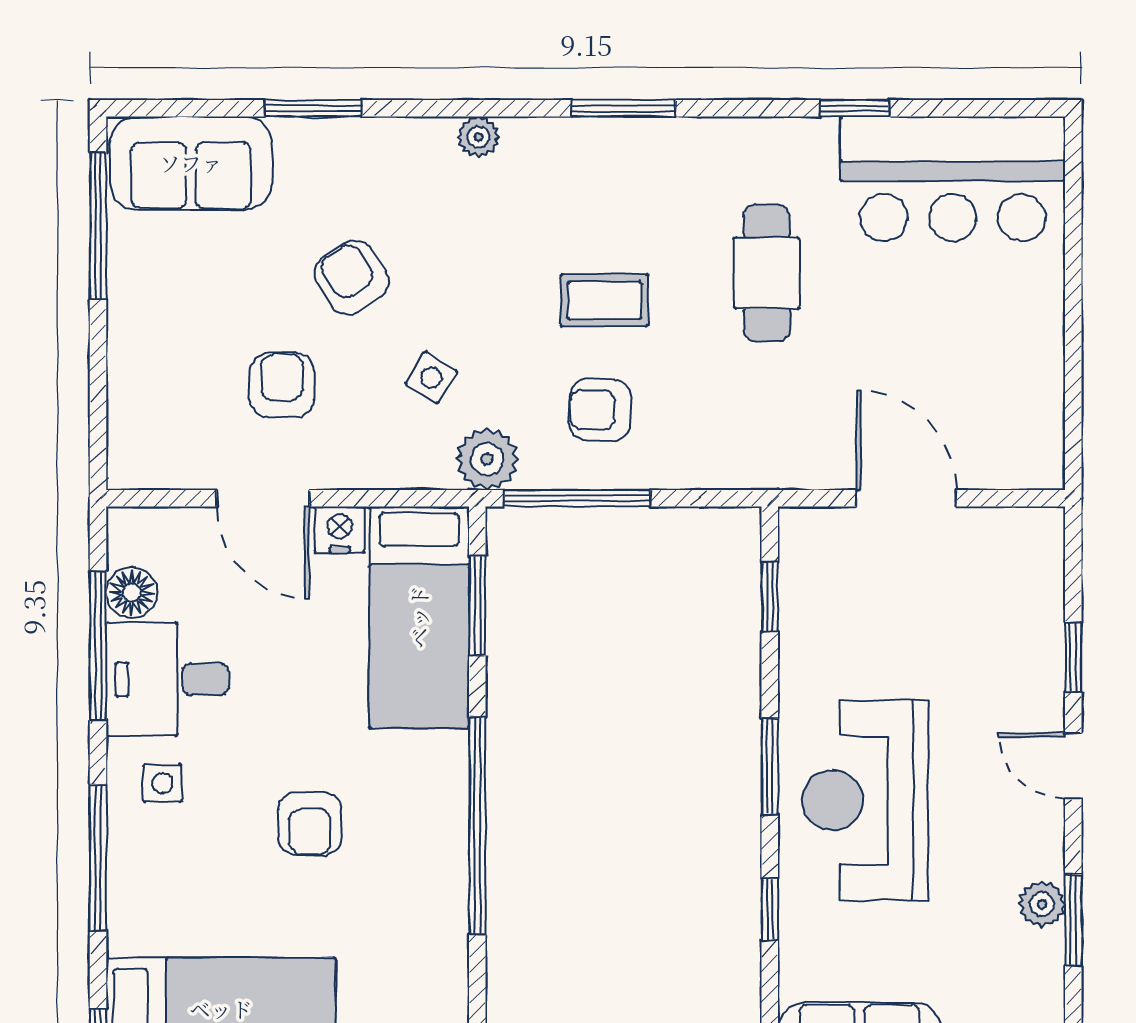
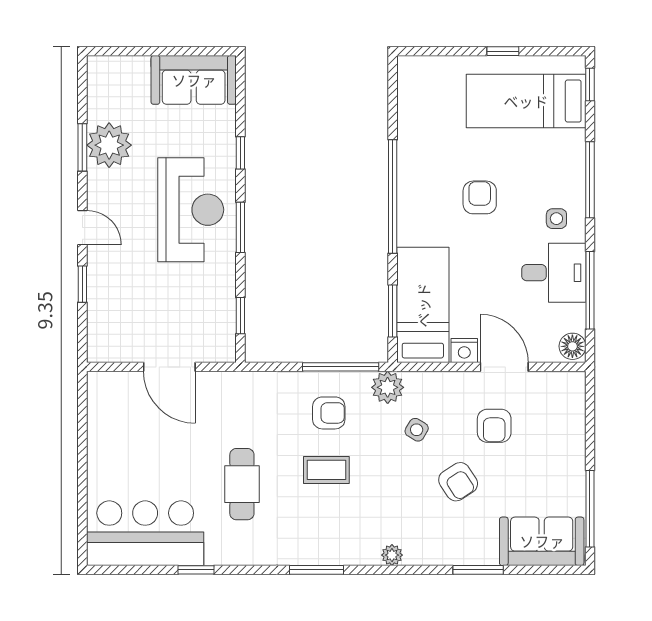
floor lamp: (132, 593) -> (572, 346), moved
plant: (1042, 904) -> (109, 145), width x1.87, depth x1.87

